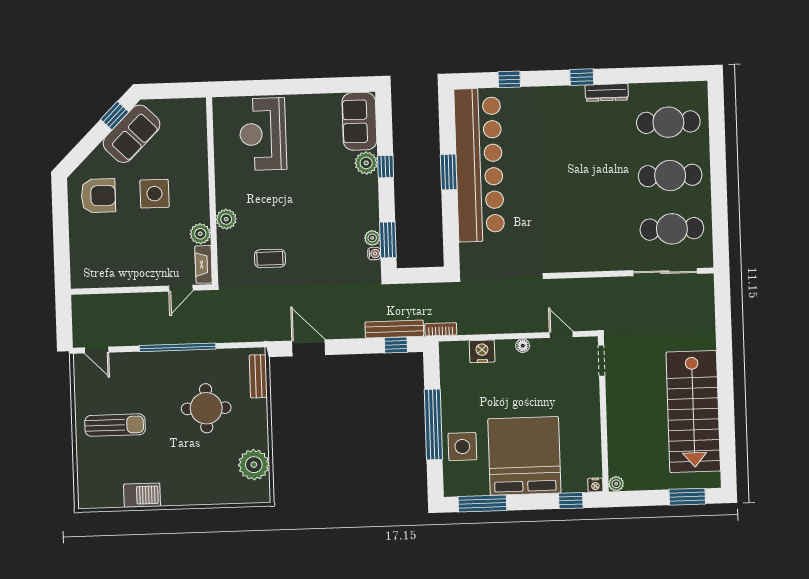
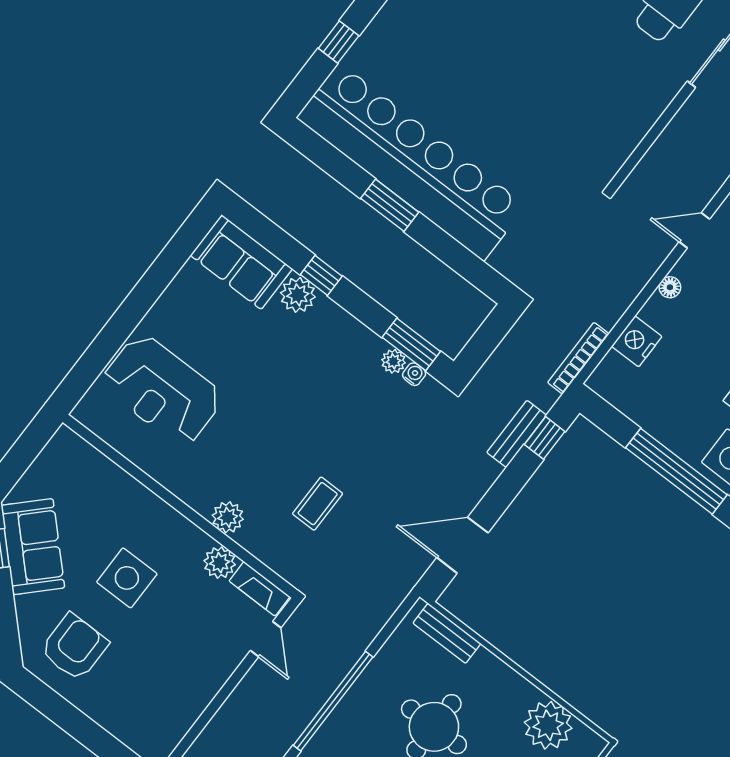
bench: (394, 329) -> (517, 434), width x0.73
bookcase: (441, 329) -> (578, 358), width x1.56

